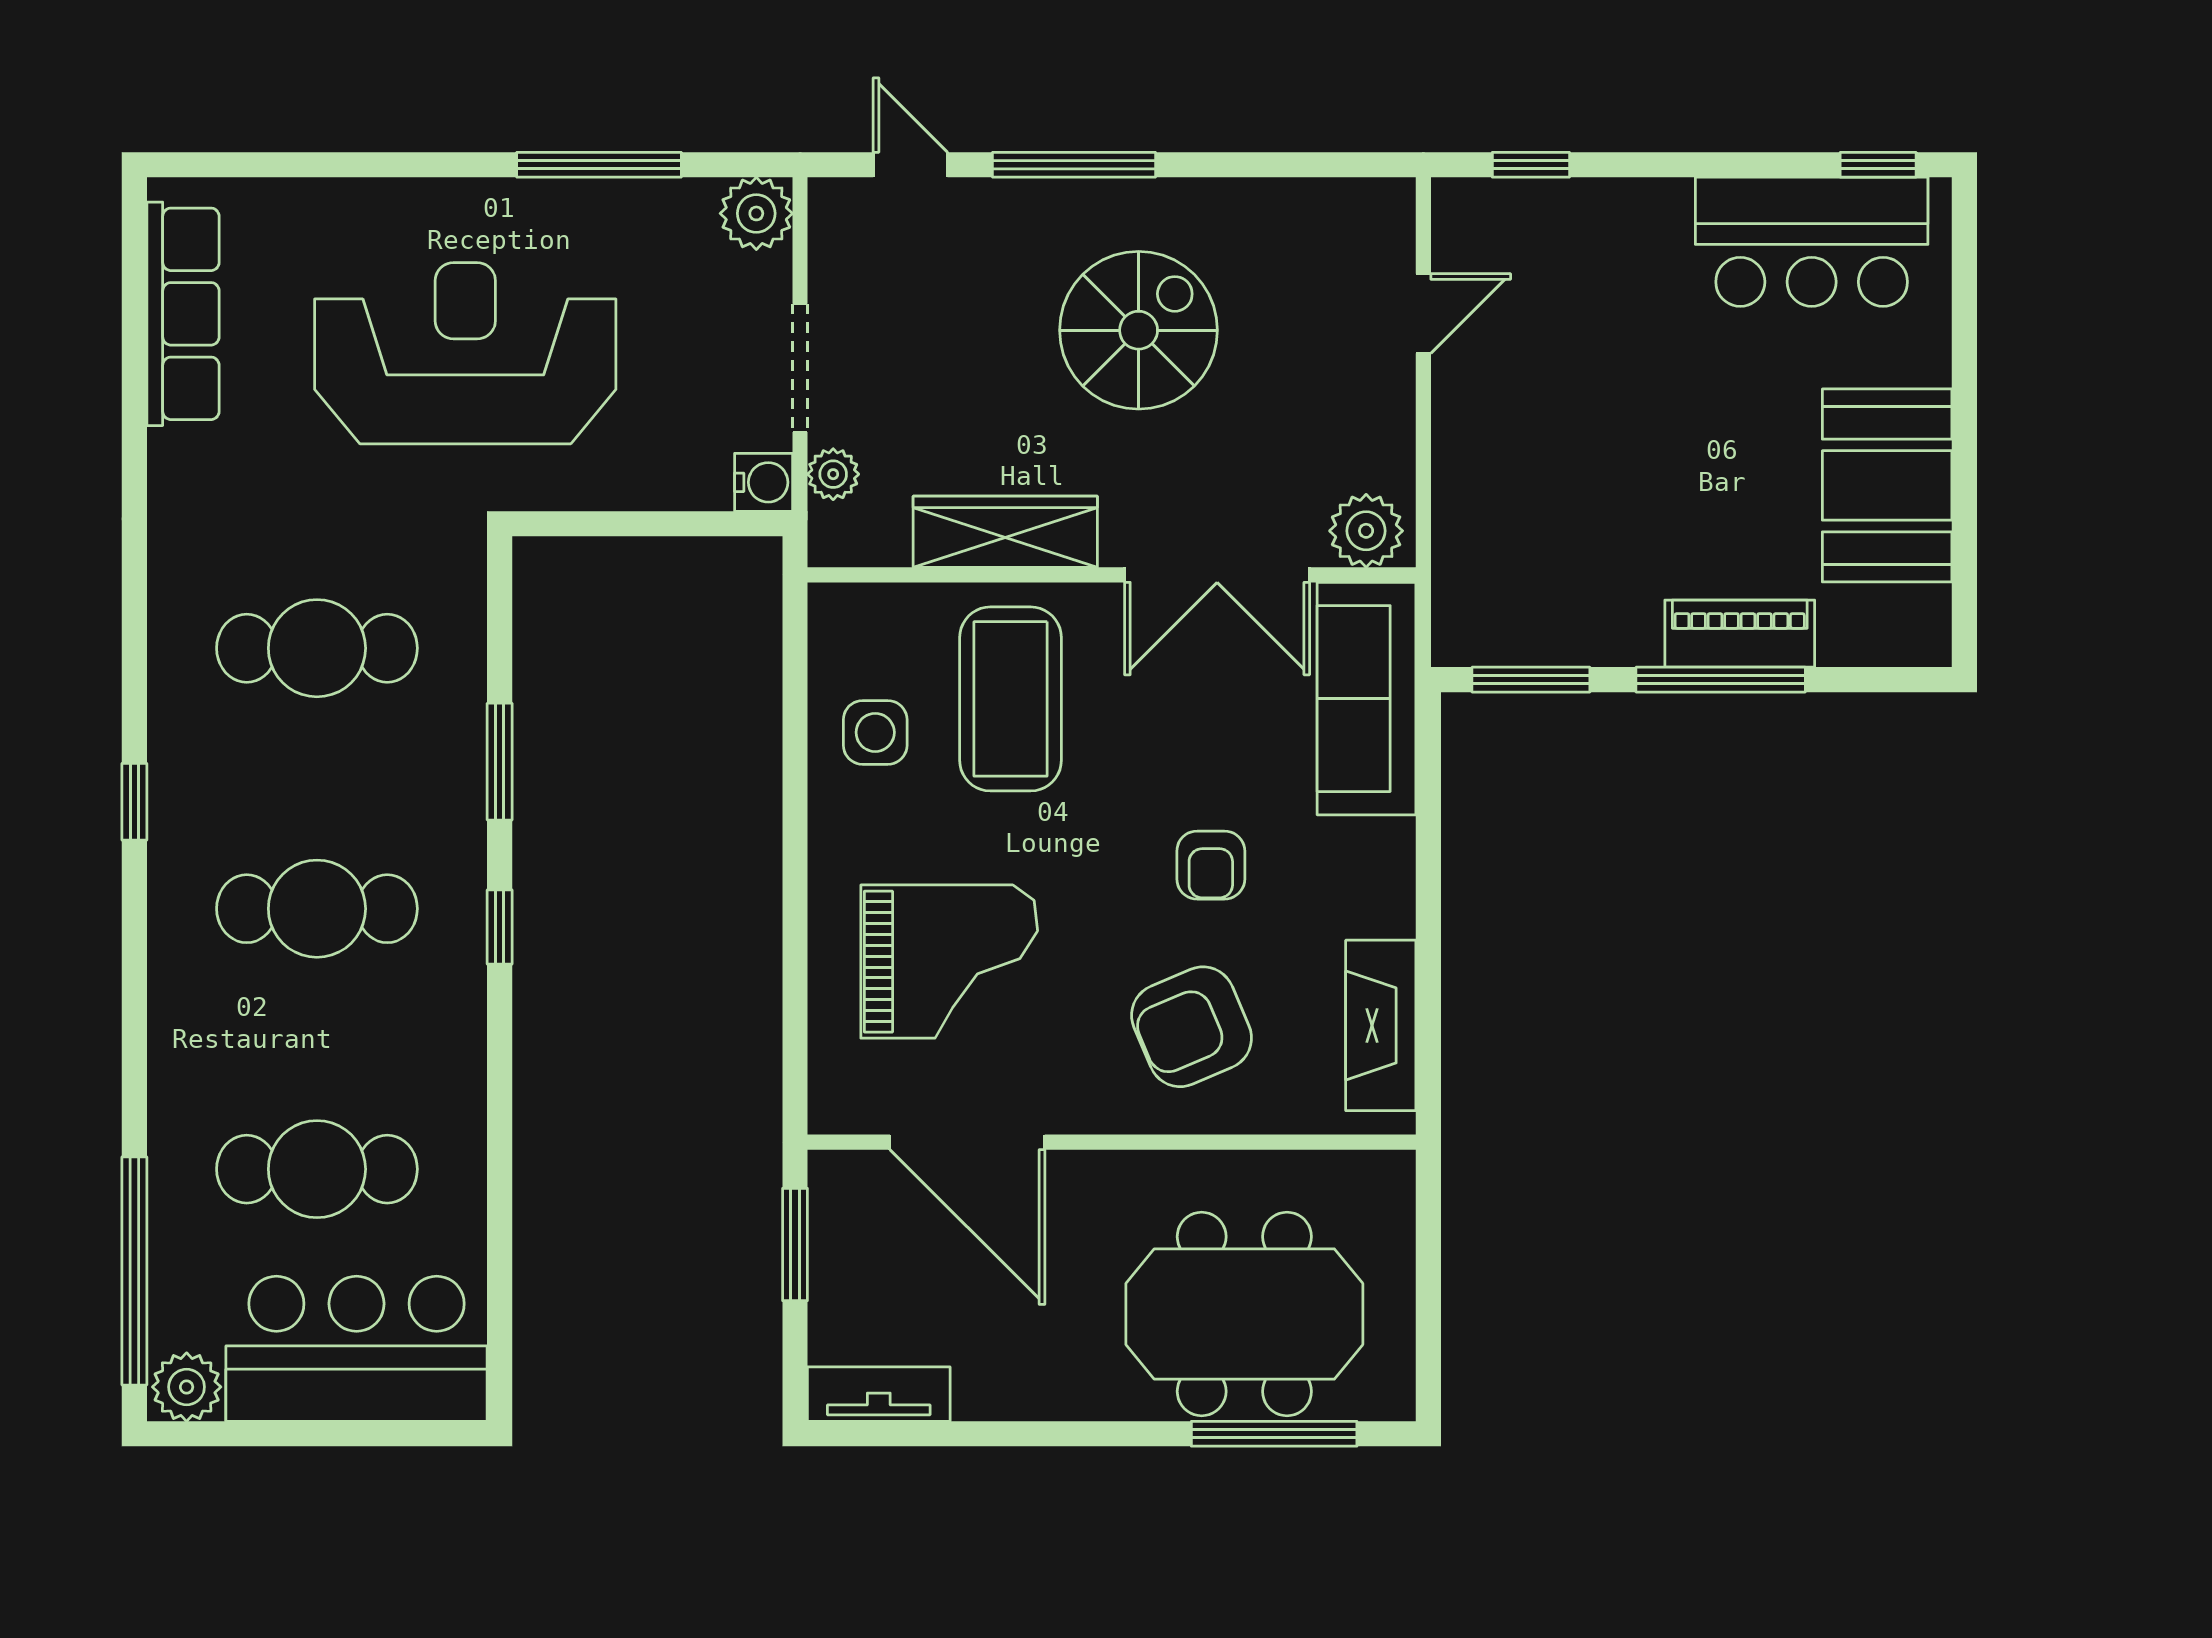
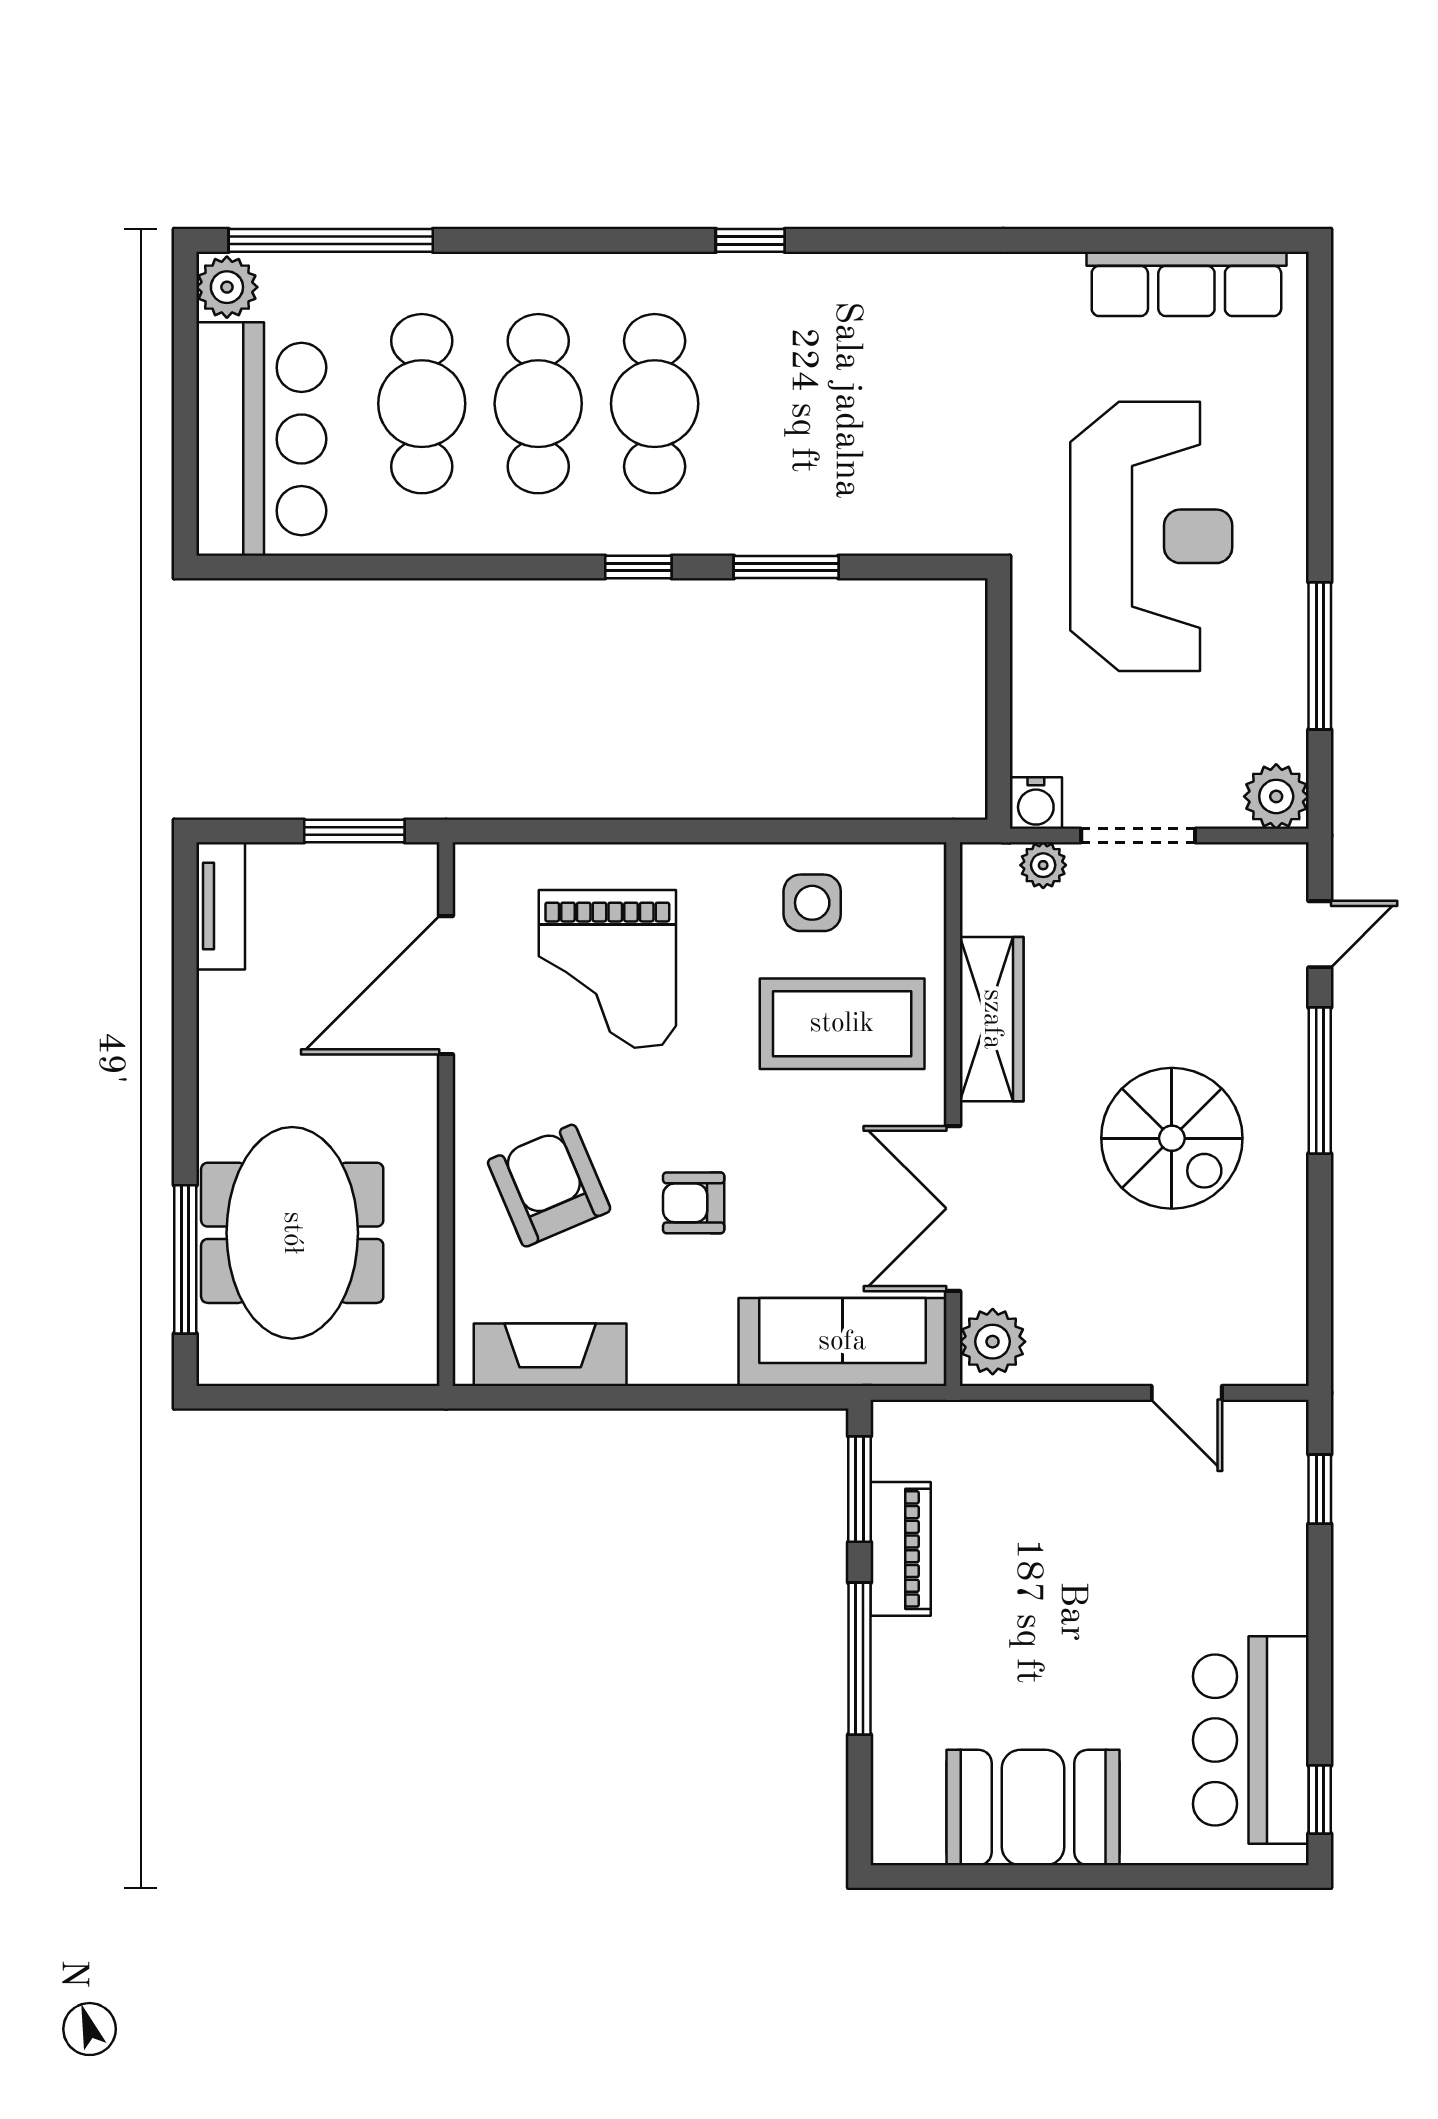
piano: (1740, 634) -> (901, 1549), moved
cafe table: (317, 648) -> (538, 404), moved

